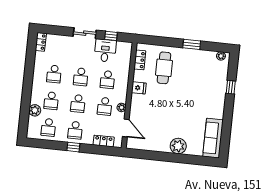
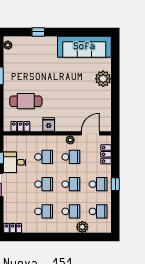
sofa: (213, 138) -> (84, 47), width x1.36, depth x1.27

